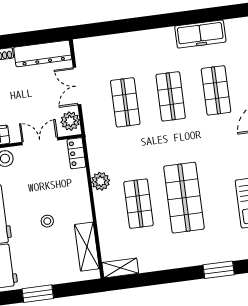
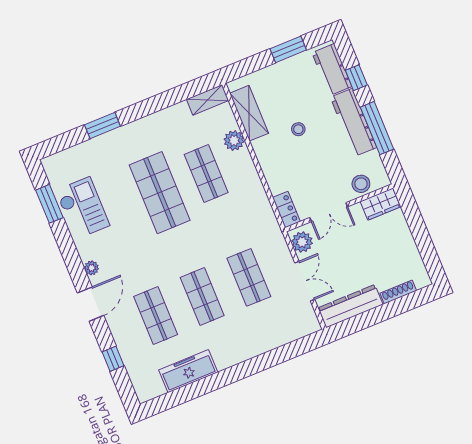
plant: (101, 181) -> (234, 140), moved

